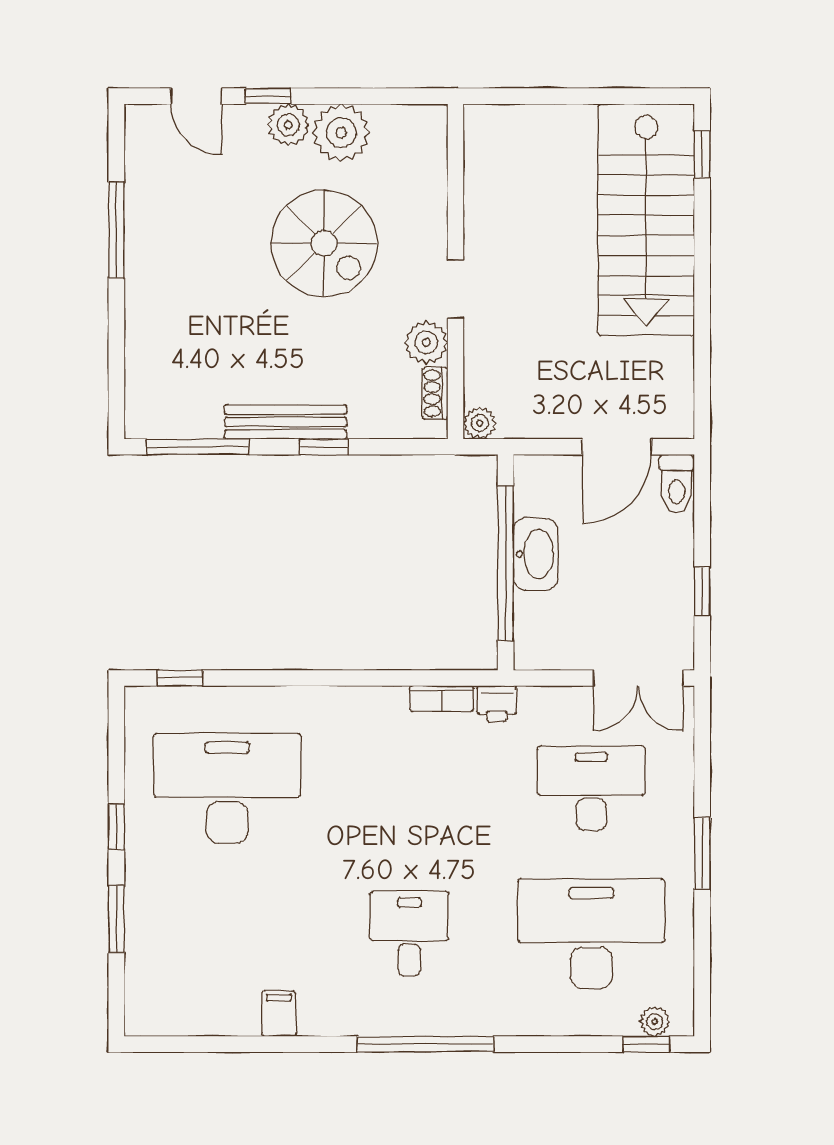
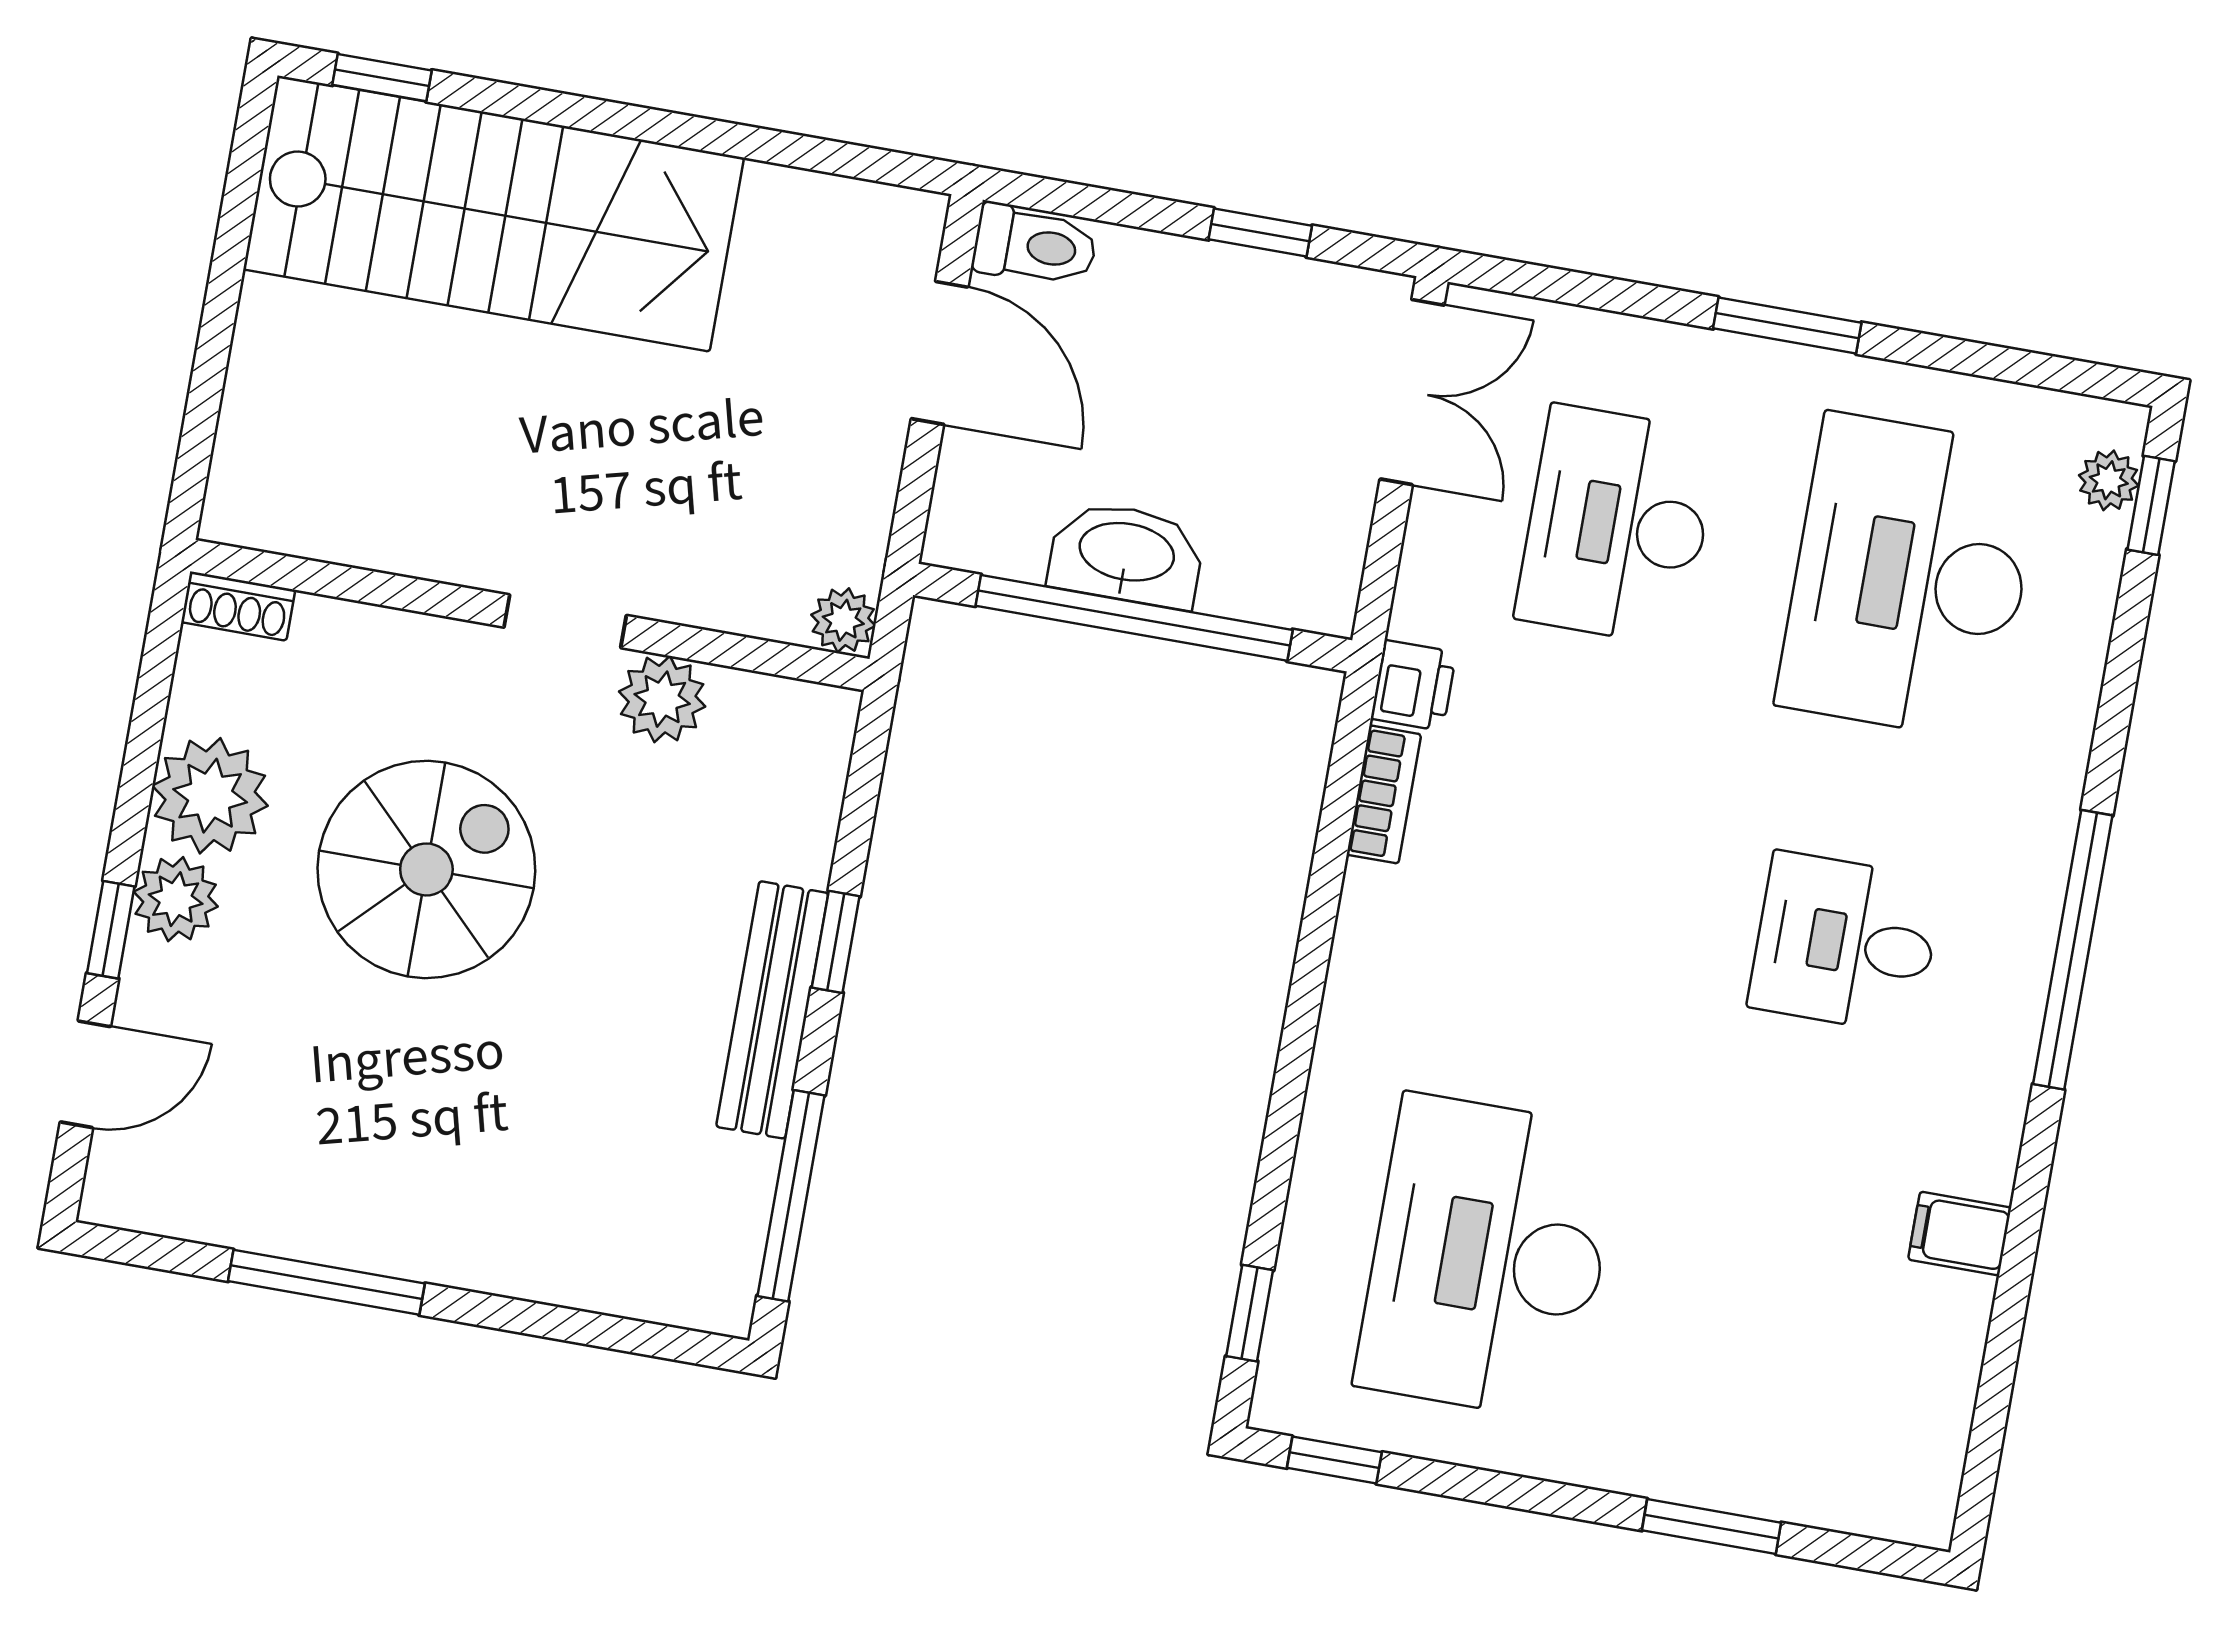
shoe rack: (435, 393) -> (238, 606), moved
window: (116, 827) -> (1334, 1460), moved

